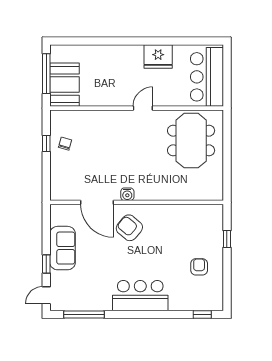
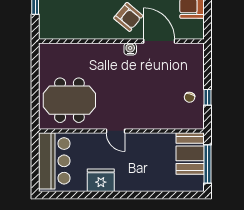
door: (143, 108) -> (115, 131), hinge flipped
meeting table: (191, 141) -> (69, 100), turned 90

